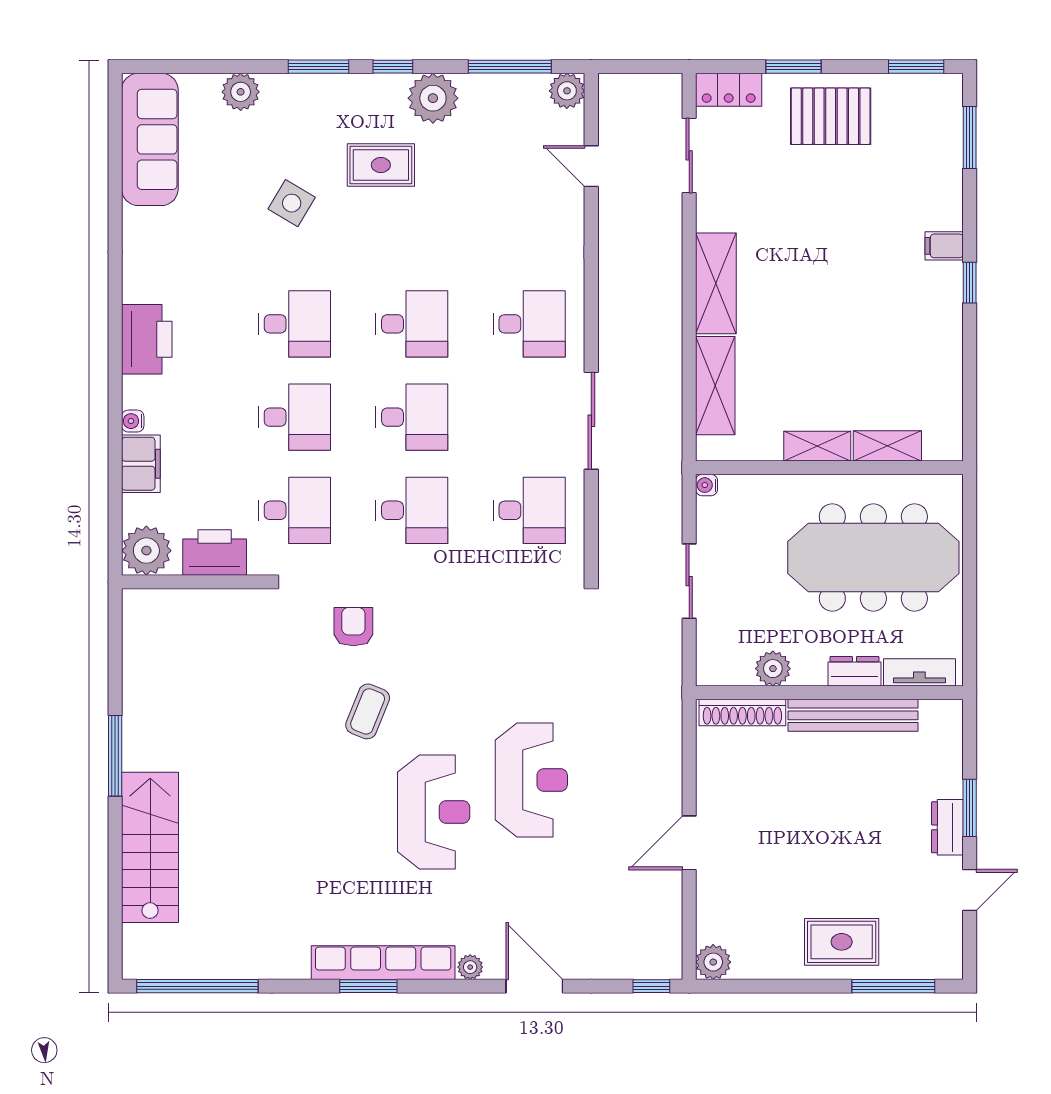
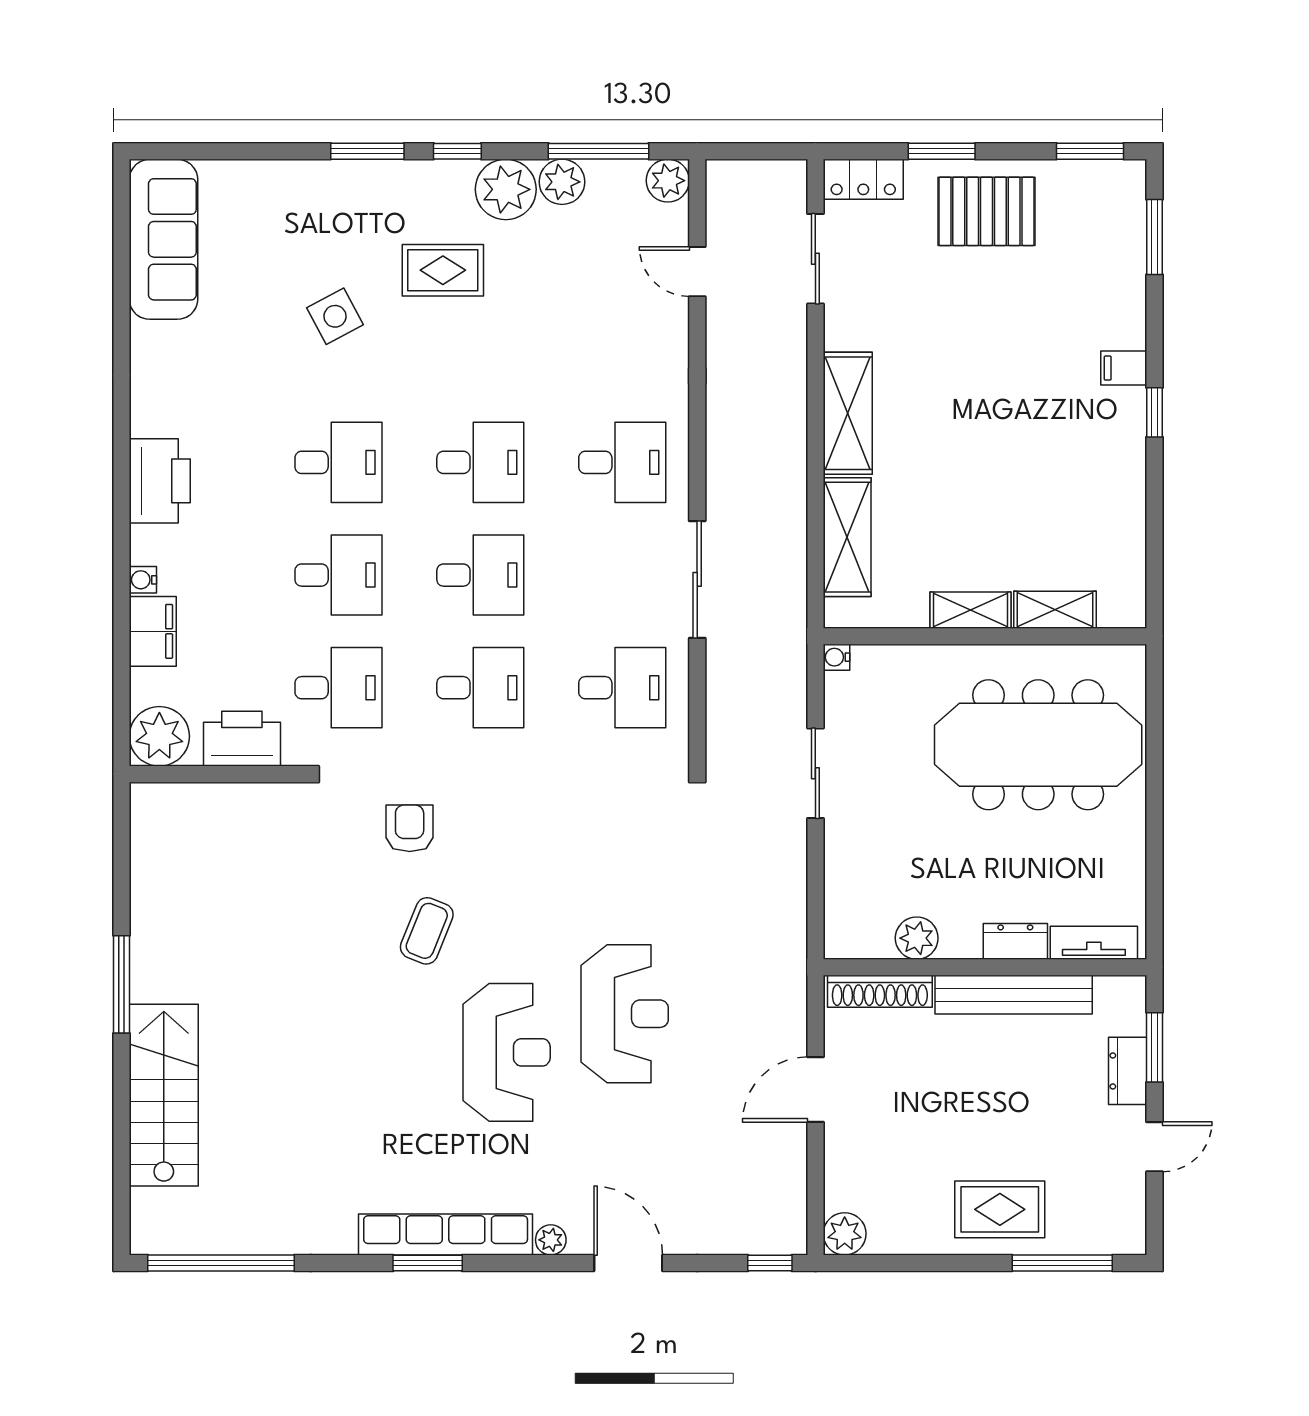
plant: (241, 92) -> (562, 182), moved
side table: (292, 203) -> (335, 316), turned 31
plant: (773, 669) -> (917, 938), moved
dresser: (854, 671) -> (1015, 941), moved
tv unit: (919, 672) -> (1094, 943), moved
wall: (829, 693) -> (985, 967), moved
shoe rack: (742, 713) -> (880, 991), moved
bench: (853, 715) -> (1014, 995), moved

